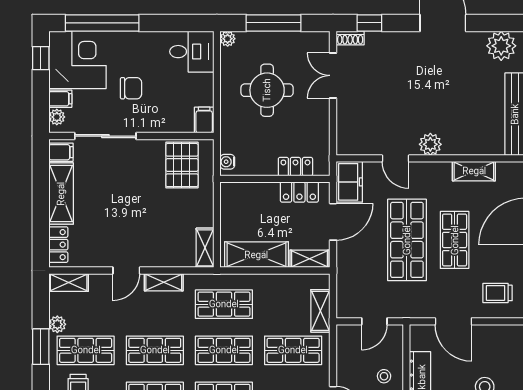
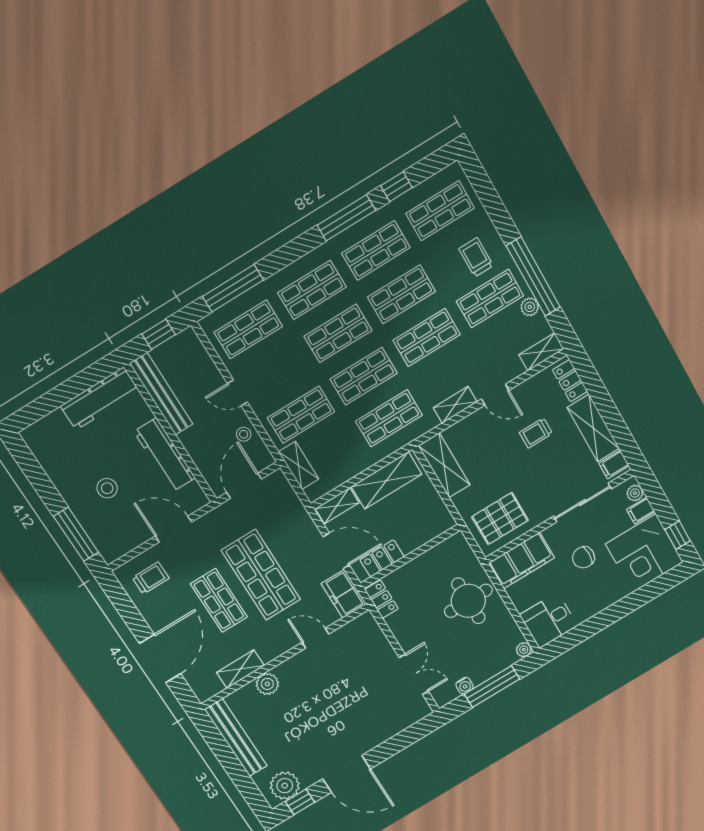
window: (102, 23) -> (641, 597), removed
window: (369, 23) -> (300, 802), moved
shoe rack: (350, 38) -> (418, 714), removed
round table: (267, 90) -> (468, 601), moved
filing cabinet: (204, 120) -> (521, 561), width x3.00, depth x1.17
plant: (430, 144) -> (267, 684), moved
water cooler: (227, 162) -> (465, 686), moved, turned 90
pallet: (182, 165) -> (500, 519), turned 90
locker: (295, 167) -> (381, 599), moved, turned -90
trolley: (111, 219) -> (536, 433), added
door: (333, 222) -> (336, 551), swing flipped
shelving: (205, 248) -> (444, 465), width x1.50, depth x1.33
door: (126, 270) -> (495, 395), swing flipped
door: (374, 321) -> (244, 486), width x1.38
window: (41, 347) -> (533, 277), width x2.11
stool: (384, 376) -> (244, 434), moved

